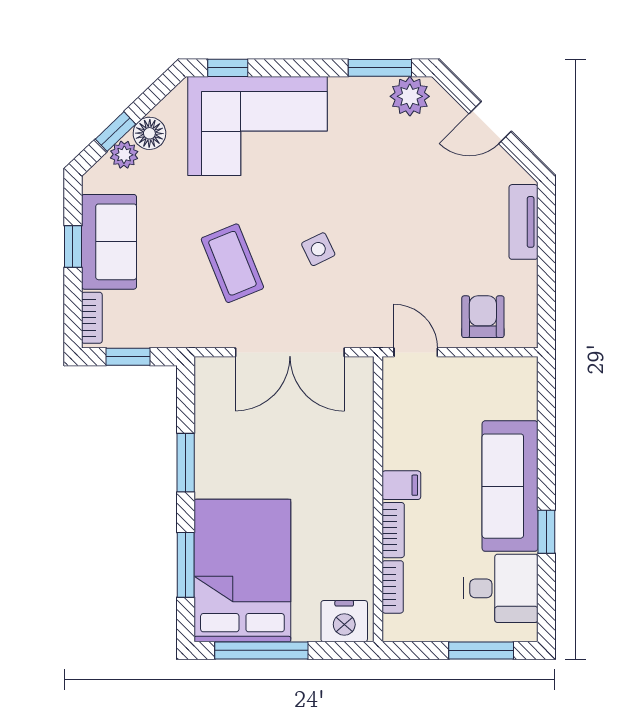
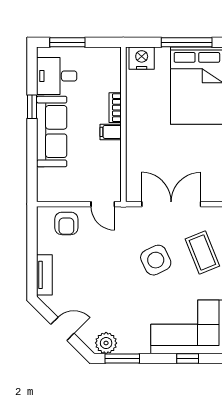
window: (228, 68) -> (188, 358), moved
side table: (318, 249) -> (156, 260), width x1.87, depth x1.87
bookcase: (393, 587) -> (115, 77), removed

